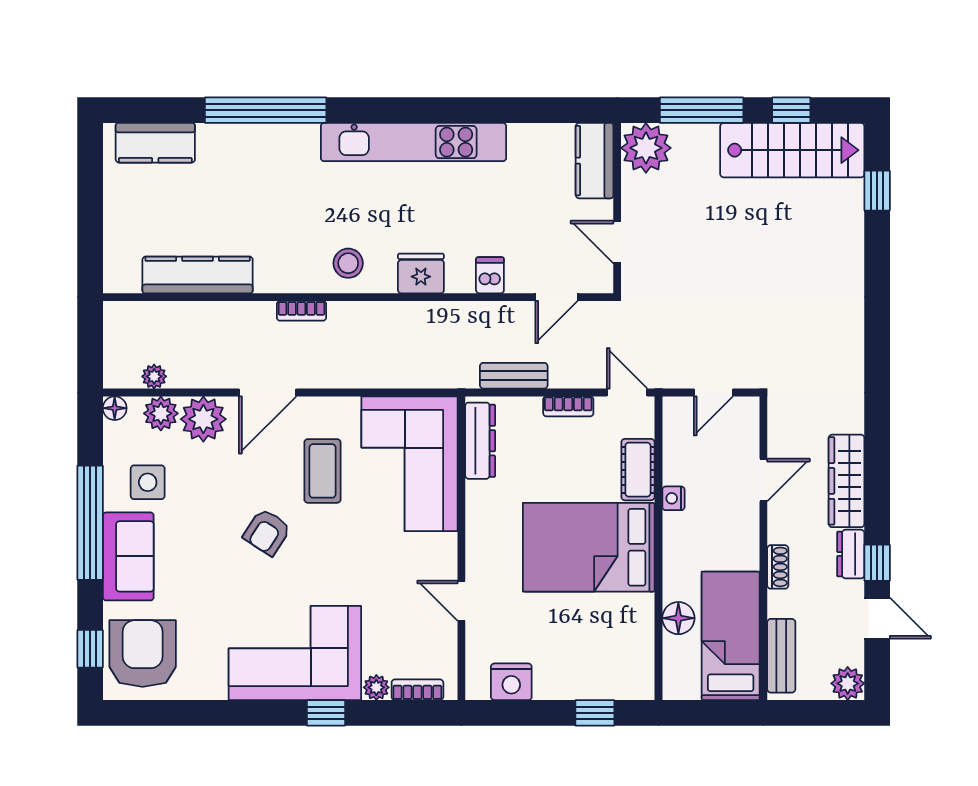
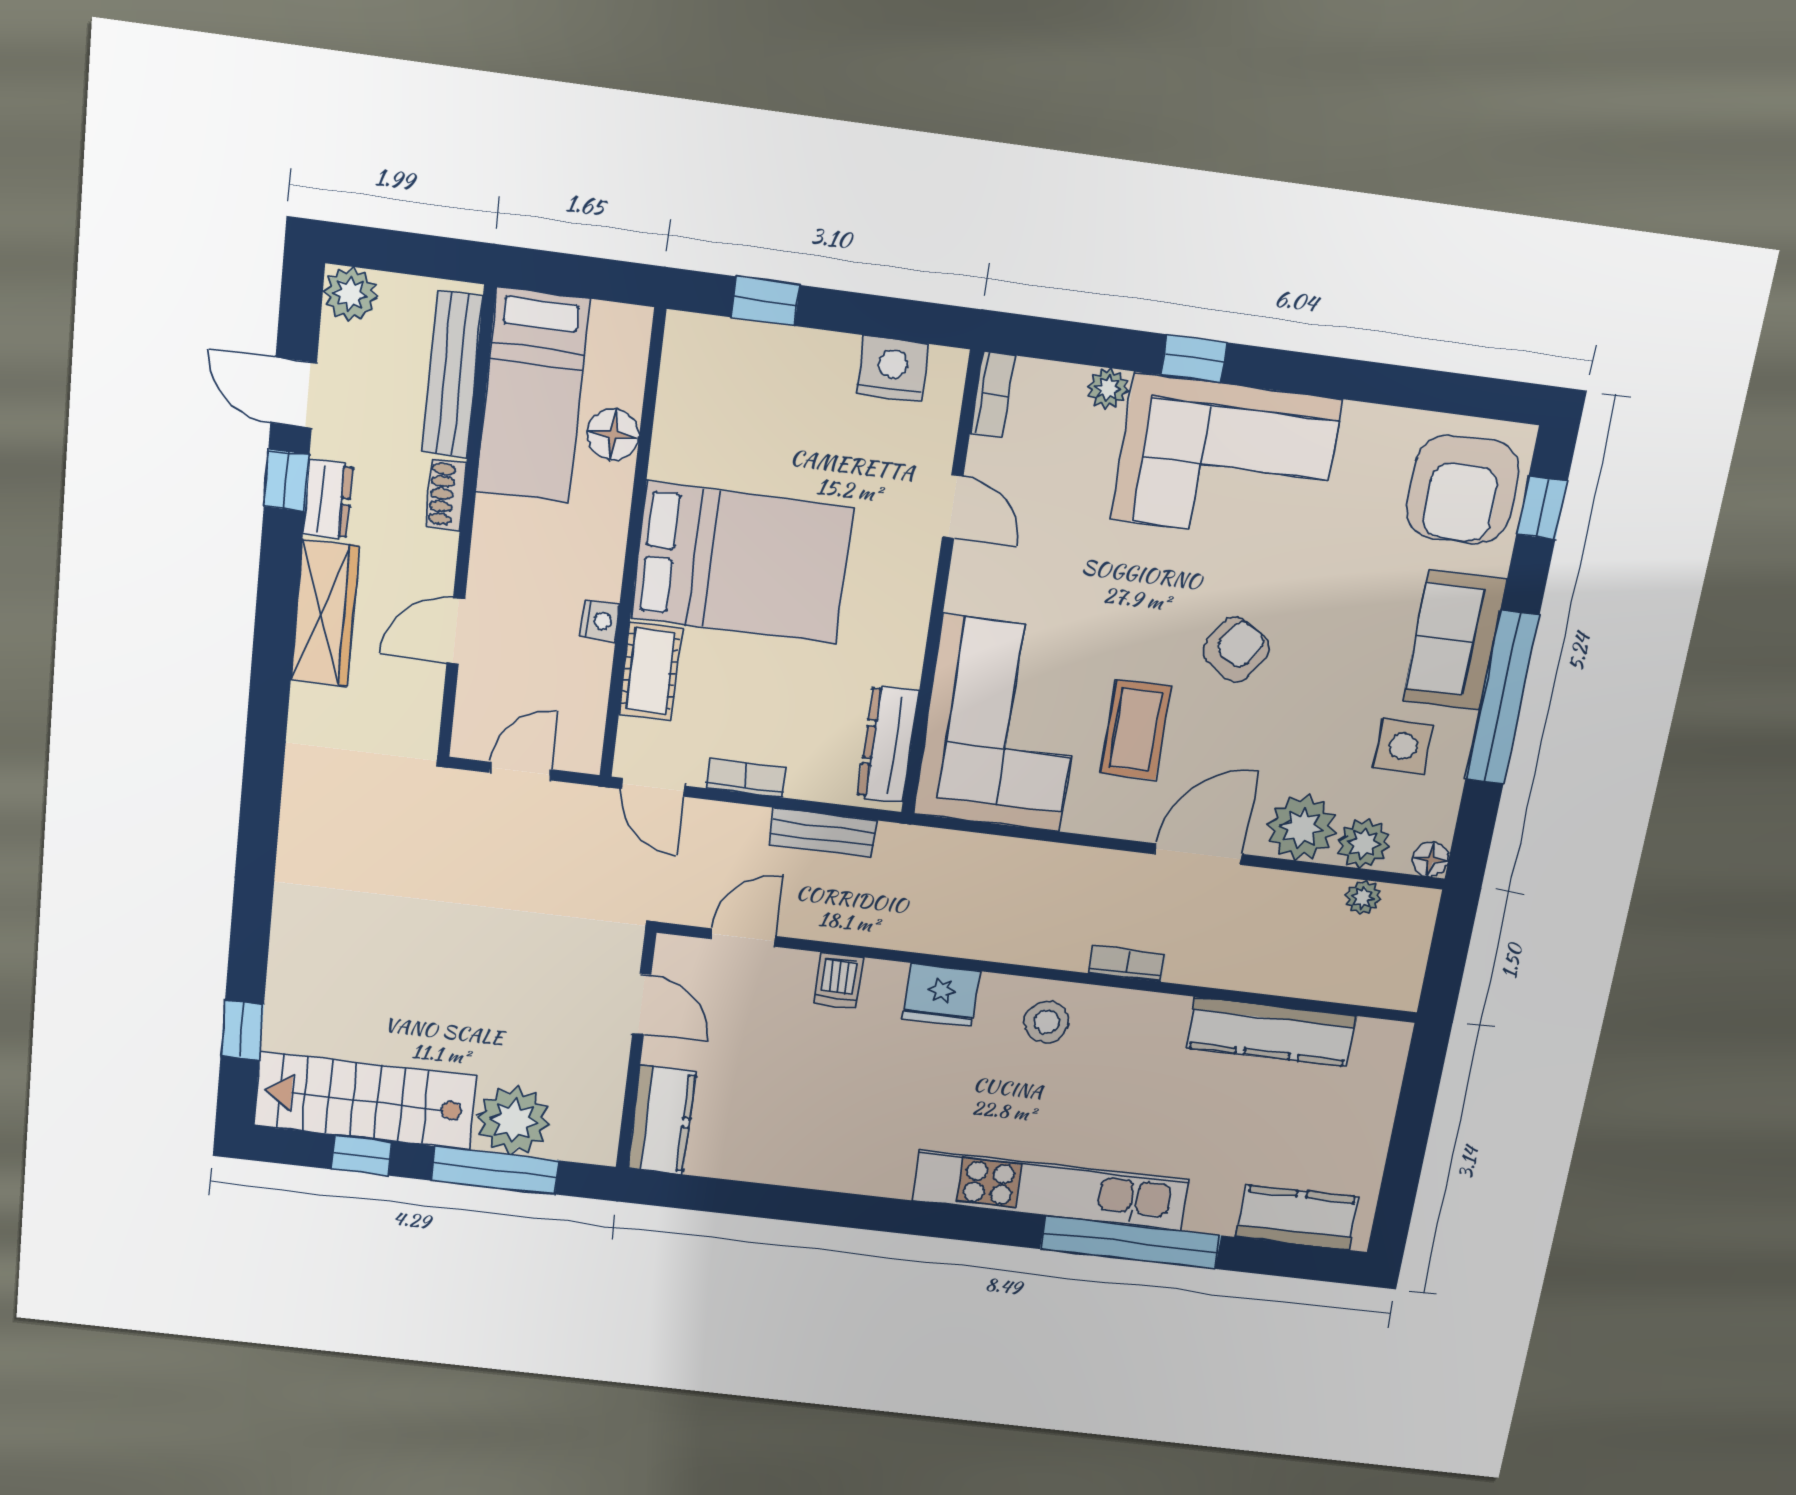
kitchen unit: (413, 142) -> (1051, 1190), moved
plant: (646, 148) -> (514, 1121), moved
bench: (781, 656) -> (452, 375), width x1.36
bookcase: (417, 690) -> (992, 394), moved, turned -90

